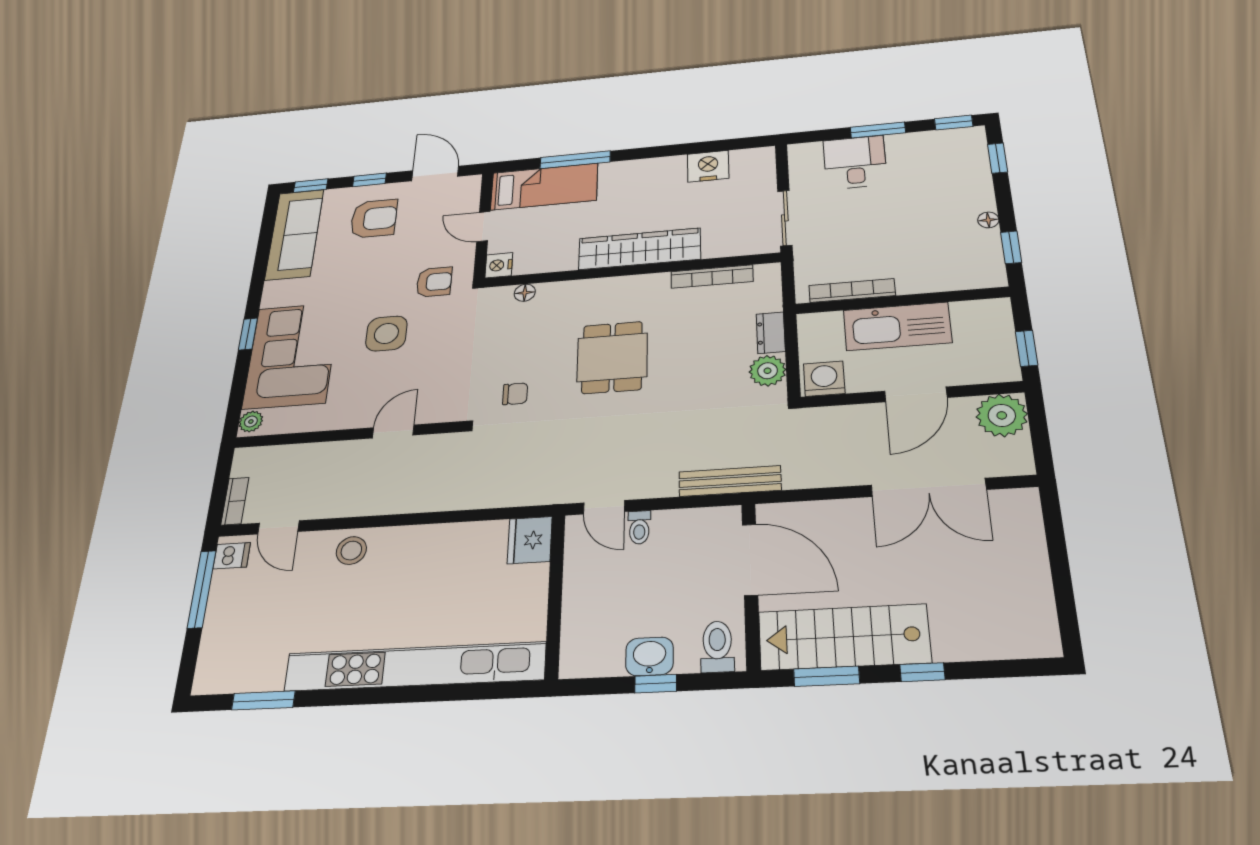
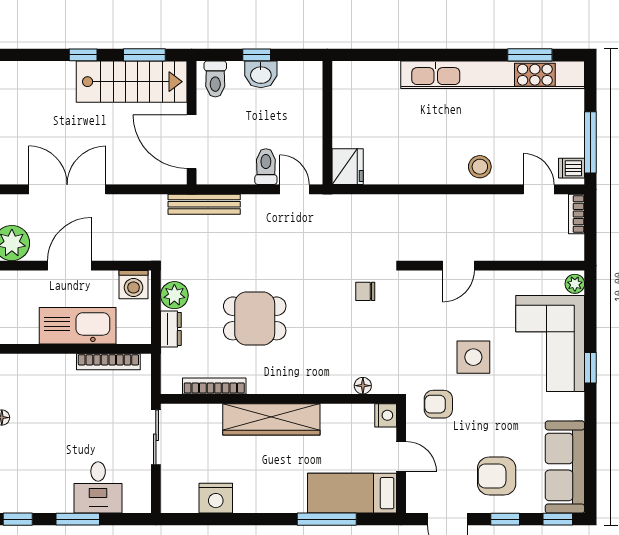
dining table: (612, 357) -> (255, 318), moved, turned 90
toilet: (639, 527) -> (266, 167), width x1.37, depth x1.39
kitchen unit: (414, 667) -> (493, 75), moved

